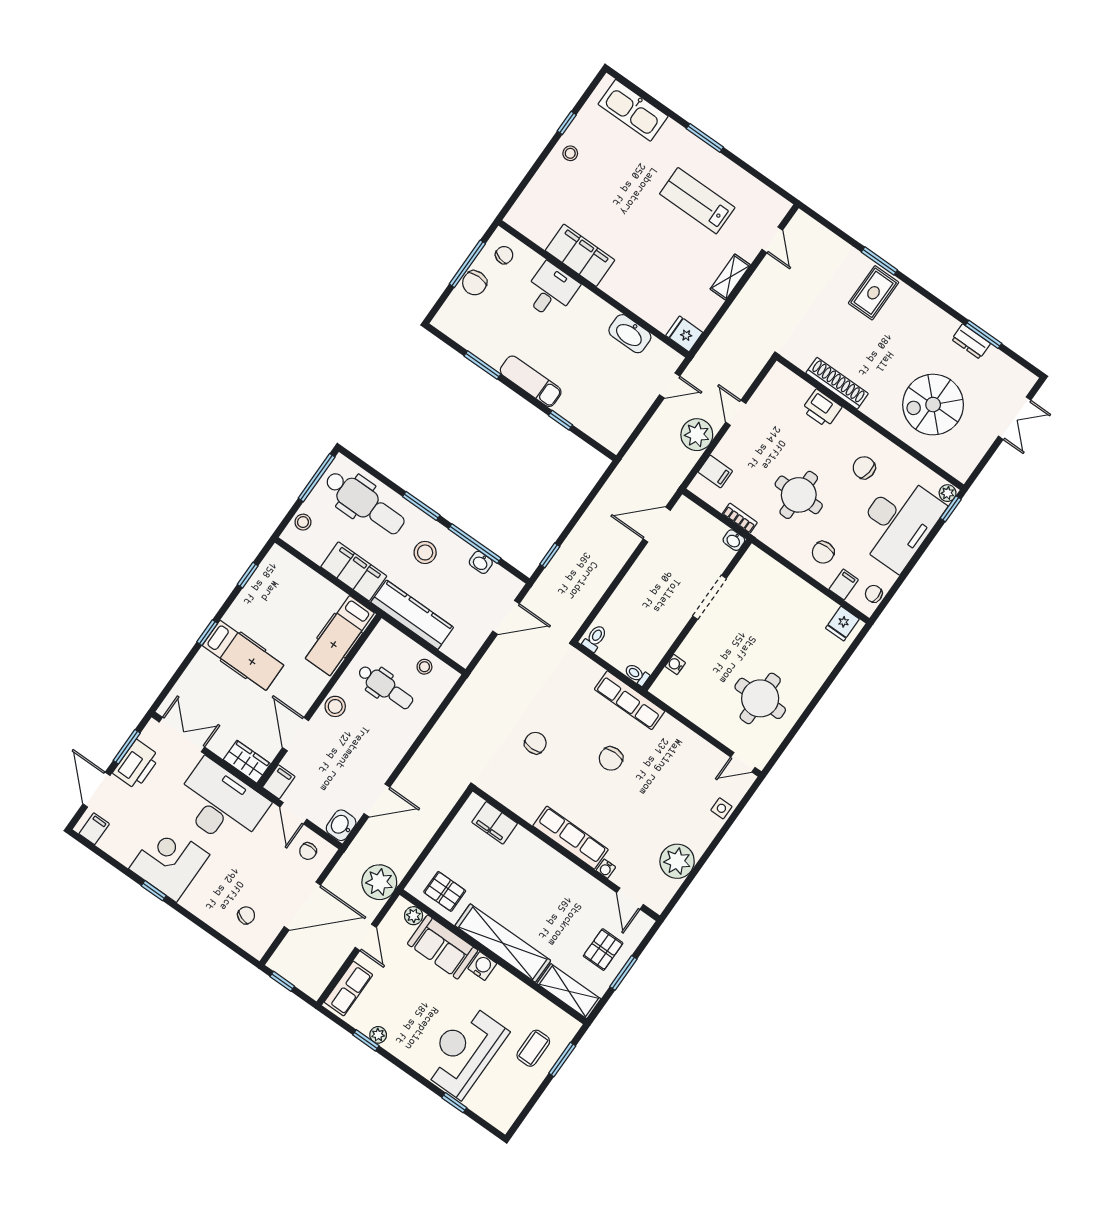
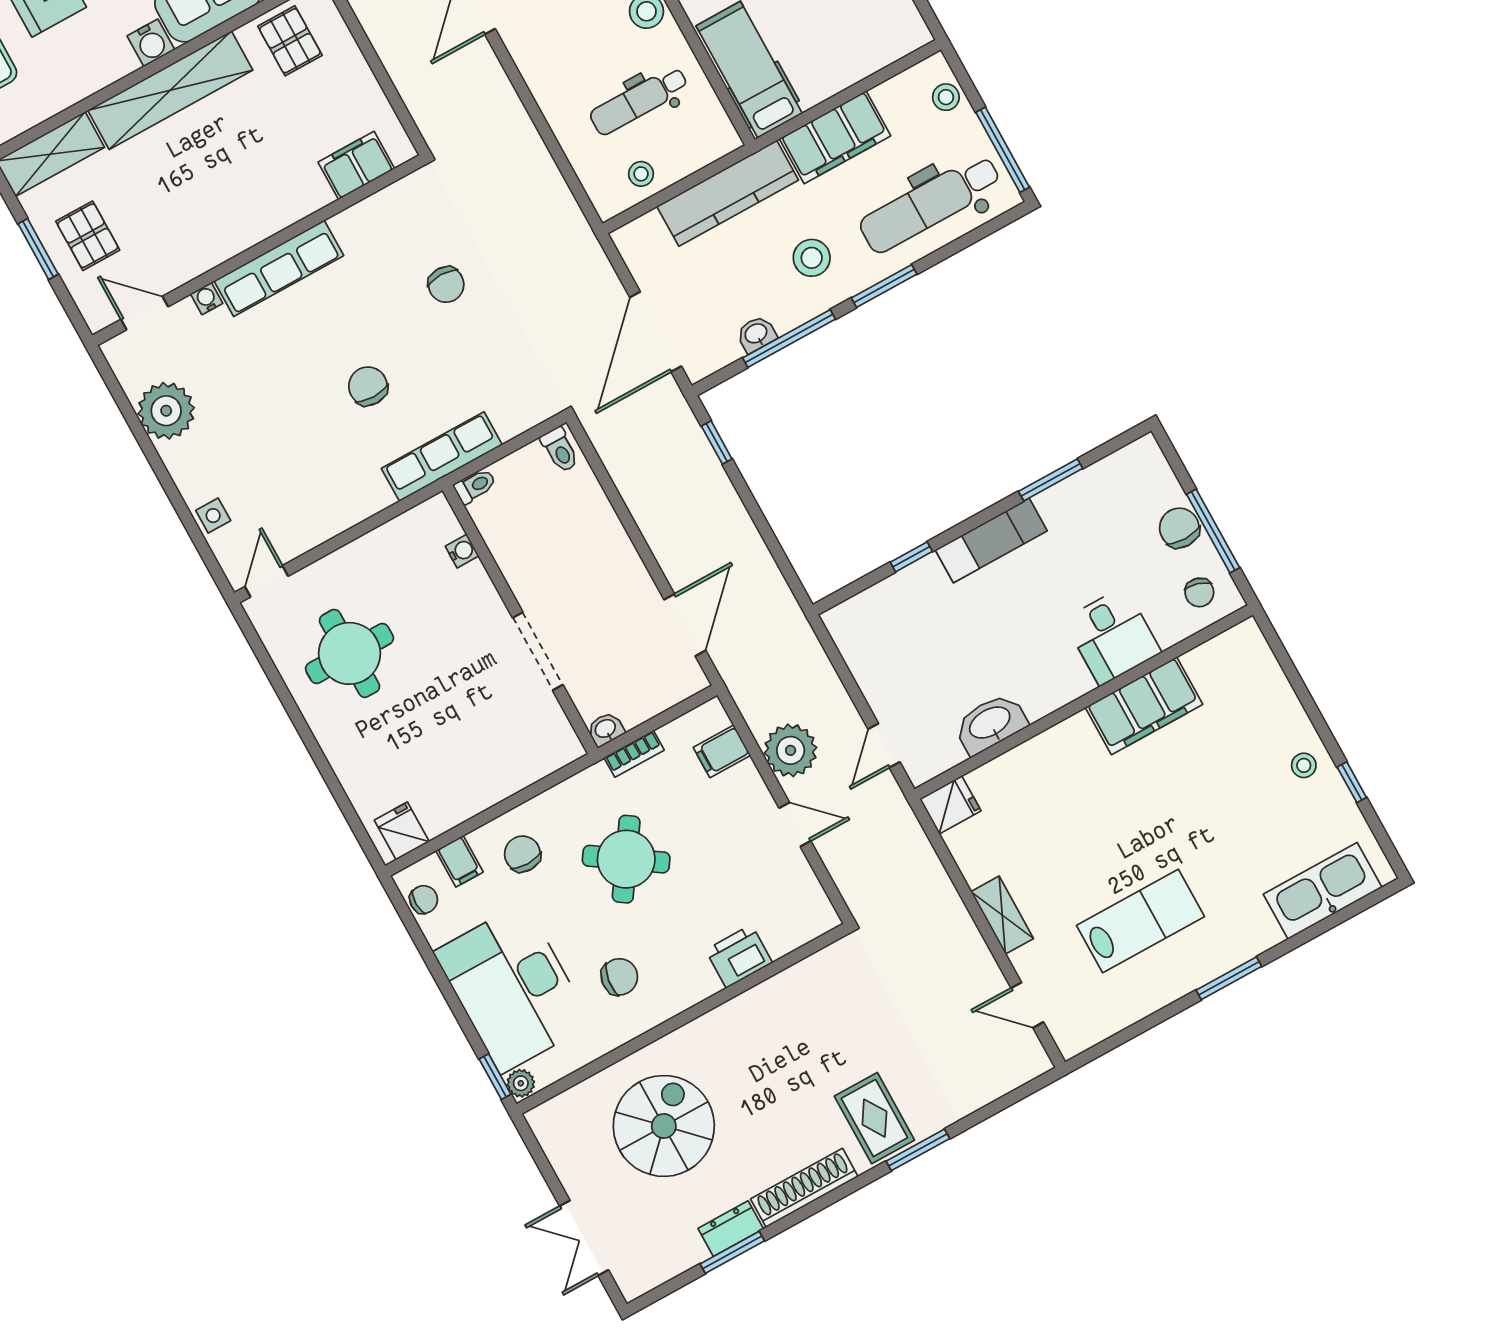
shoe rack: (837, 383) -> (804, 1188), moved, turned 180
round table: (799, 495) -> (626, 859), turned 34
door: (506, 617) -> (656, 332), width x1.36
pallet: (445, 891) -> (290, 41), turned 90

